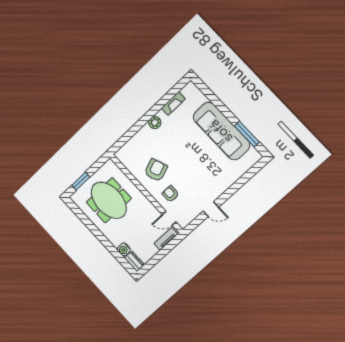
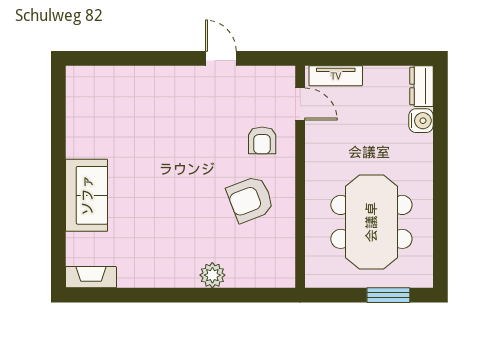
fireplace: (173, 104) -> (91, 277), moved
plant: (155, 123) -> (212, 275), moved
sofa: (221, 131) -> (87, 195), width x0.54, depth x0.79
window: (247, 134) -> (58, 124), removed

